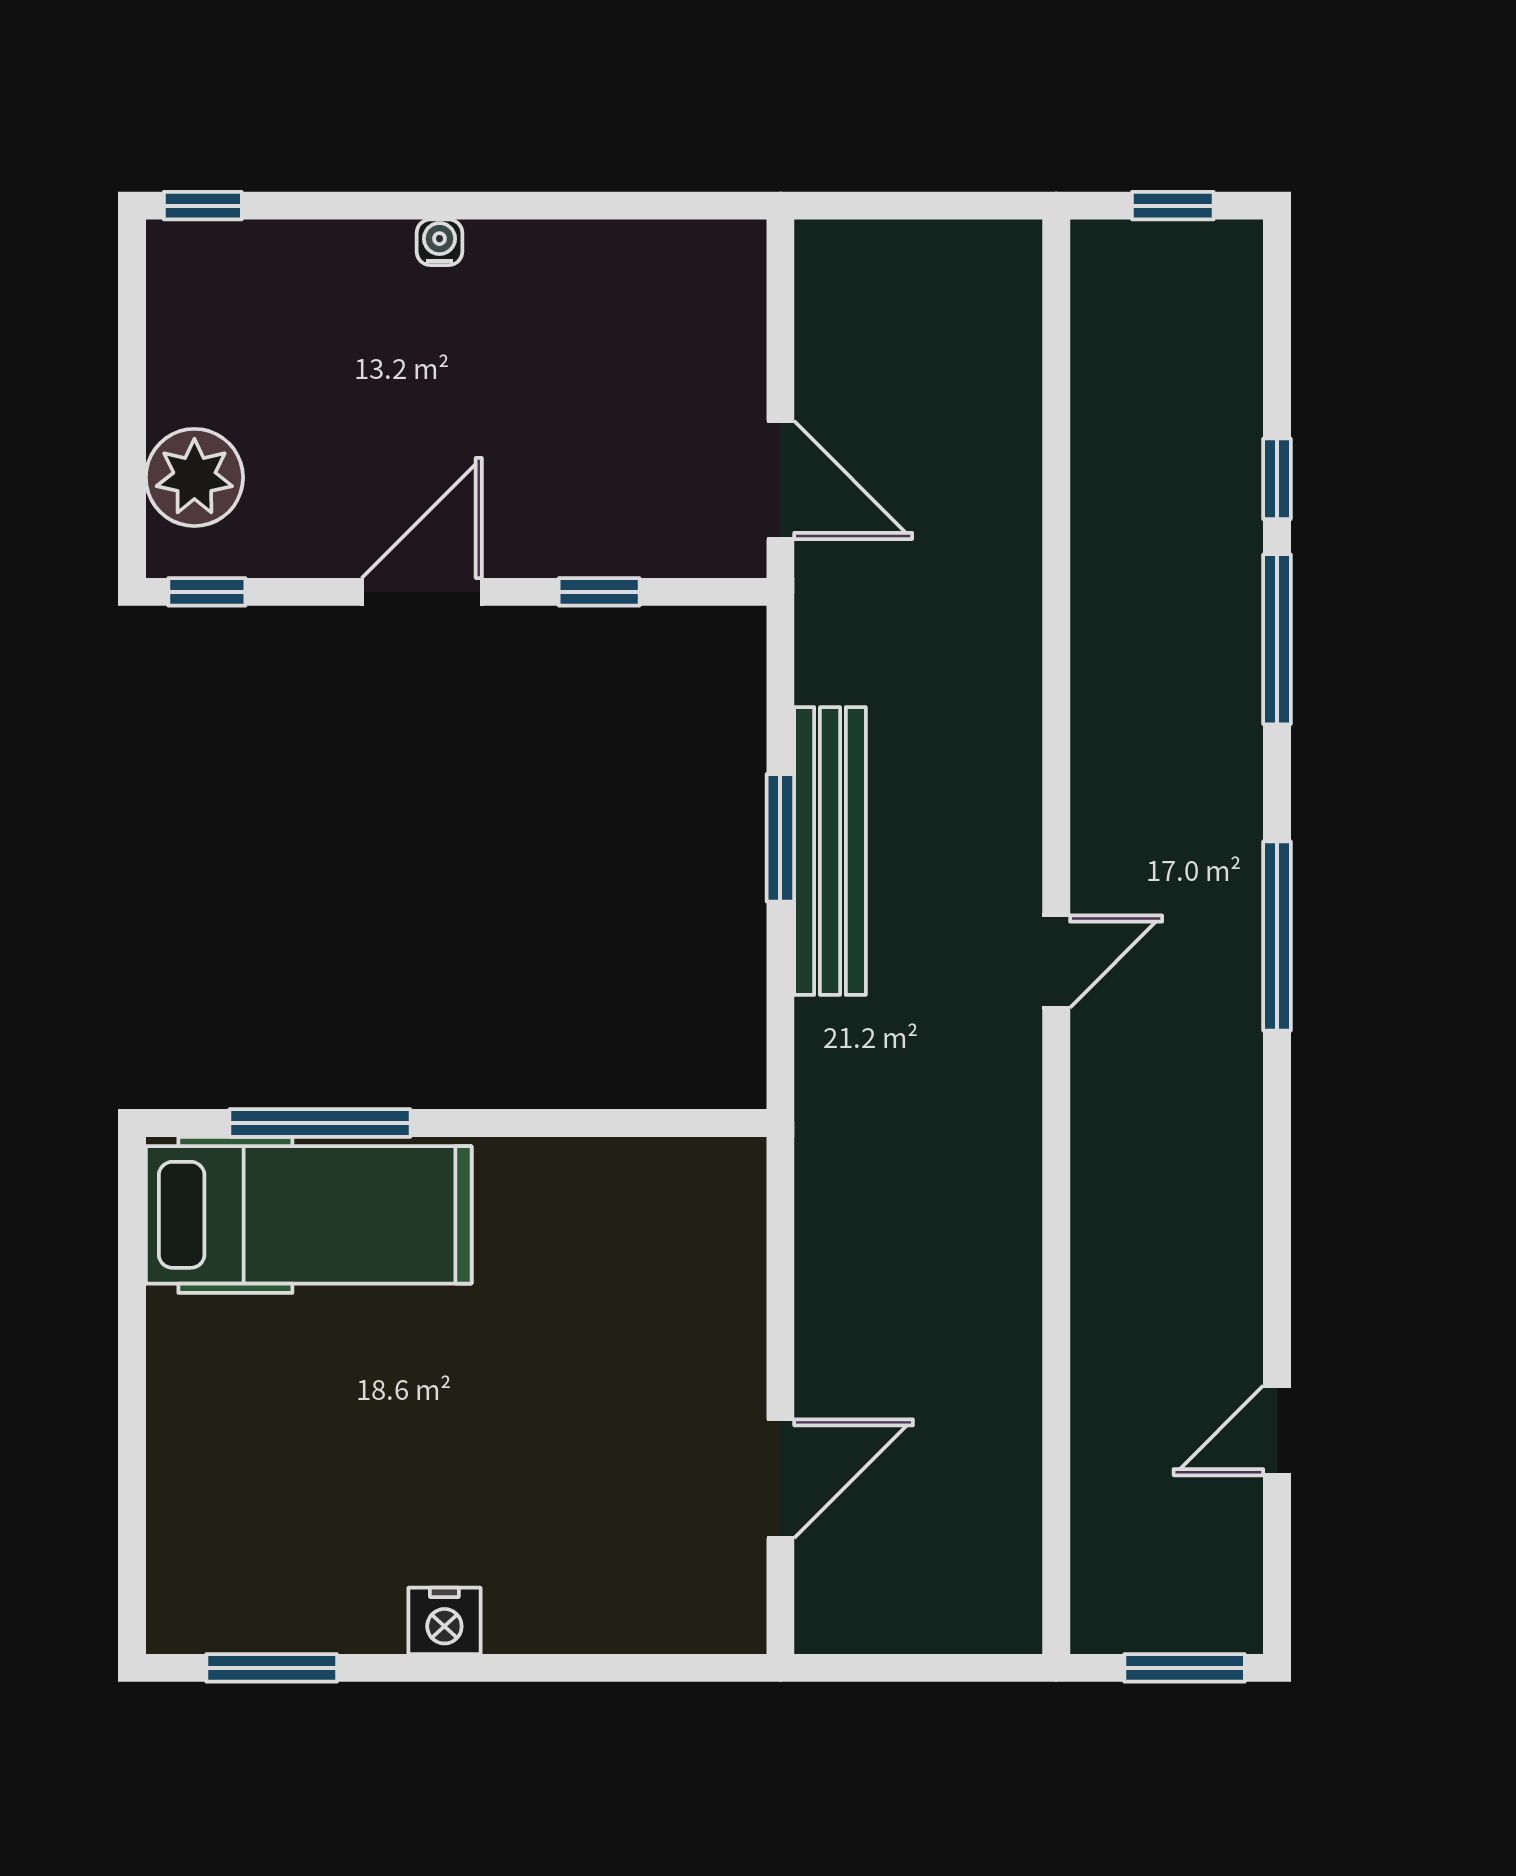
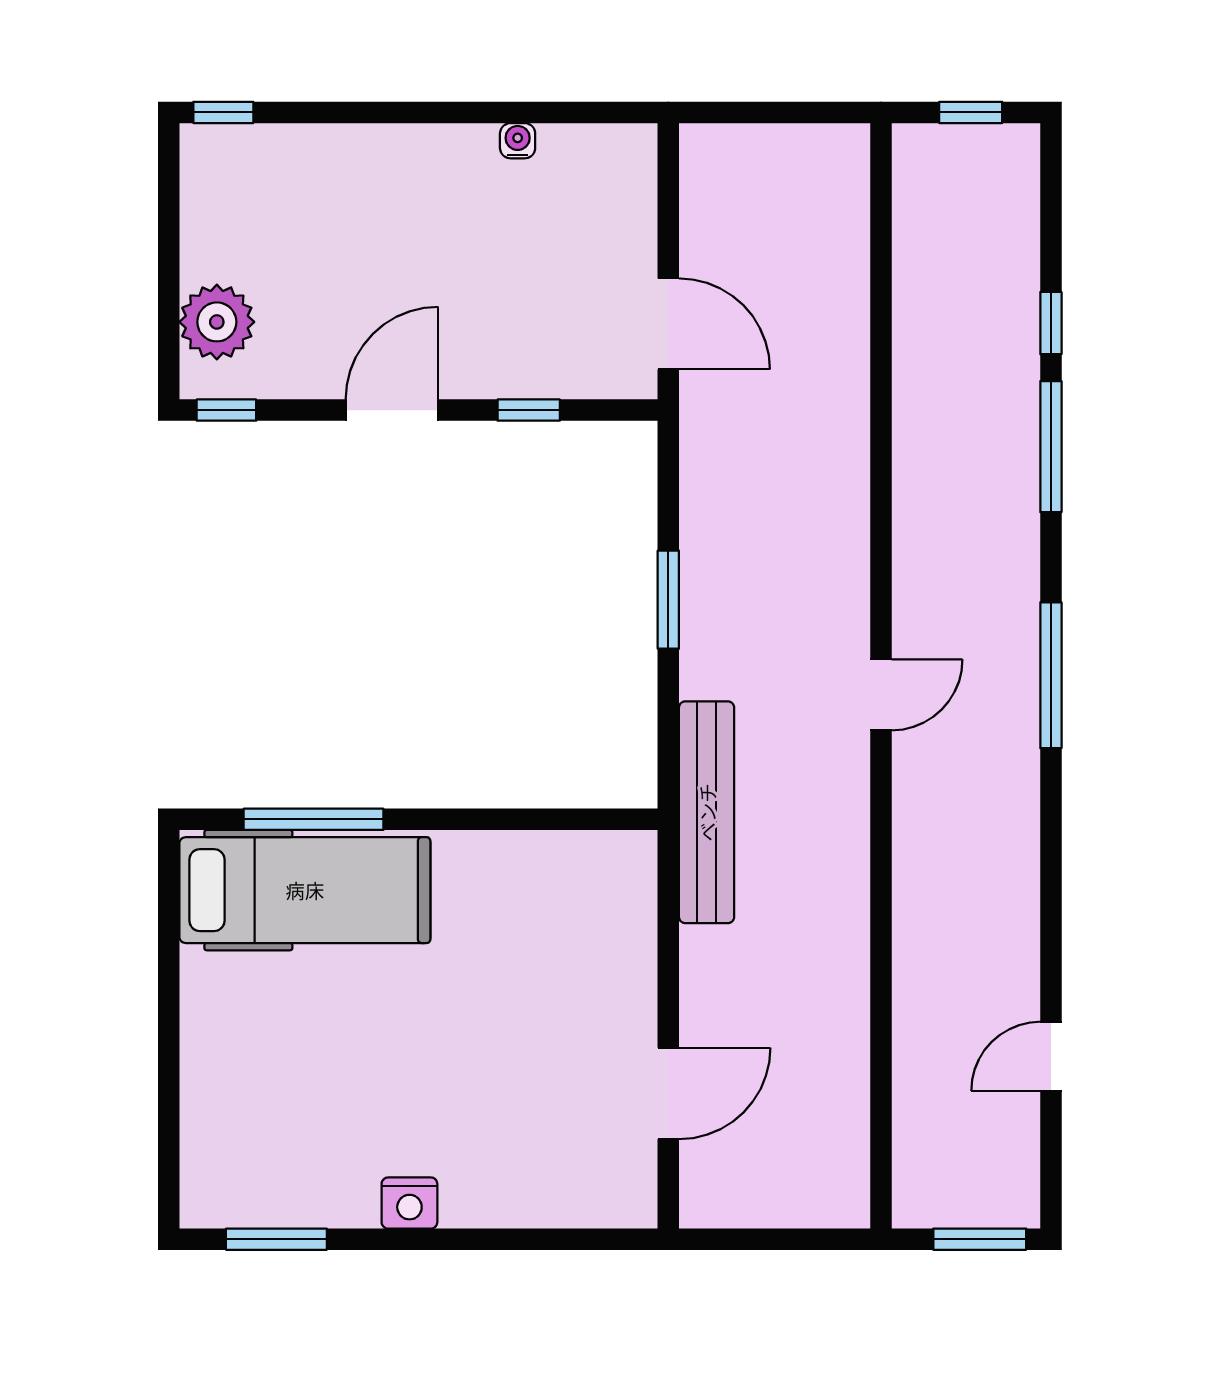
water cooler: (439, 242) -> (518, 141), moved
bench: (830, 851) -> (707, 812), moved

